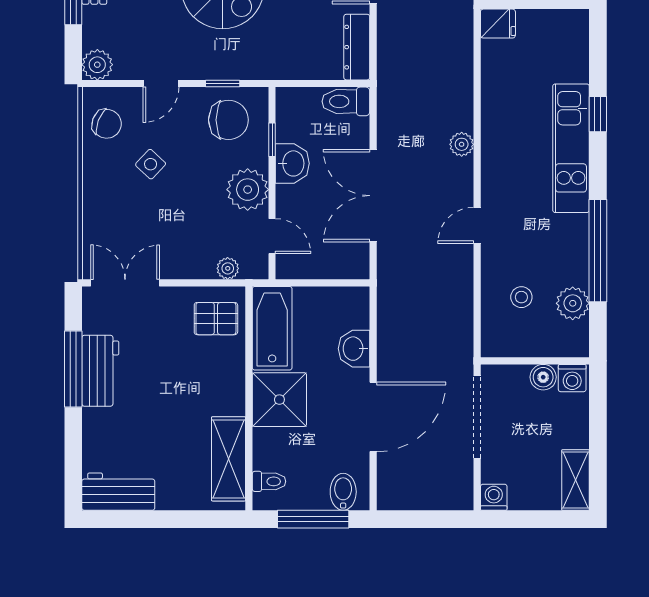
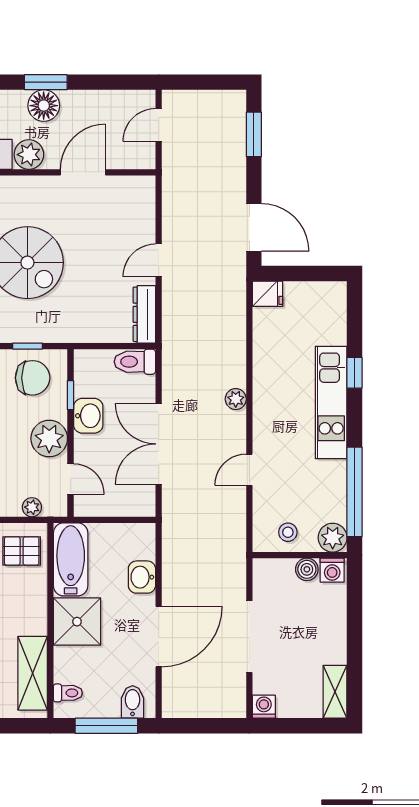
wall: (535, 361) -> (300, 555), moved
boiler: (543, 377) -> (307, 569), moved
washing machine: (572, 378) -> (332, 570), moved

